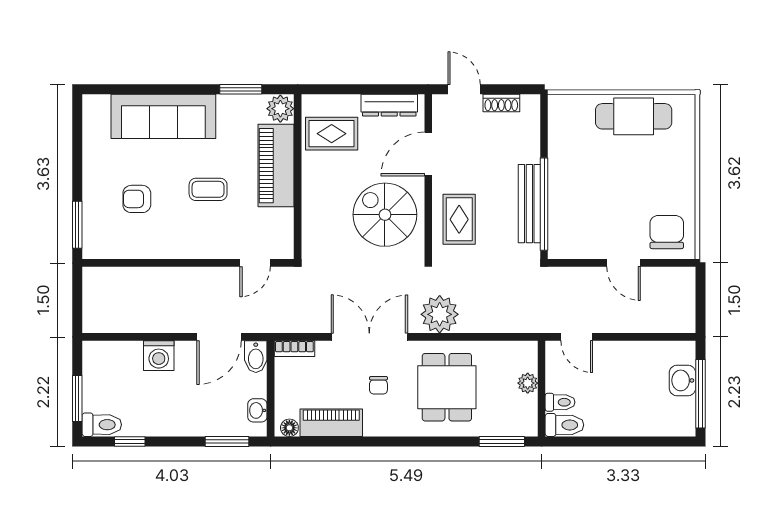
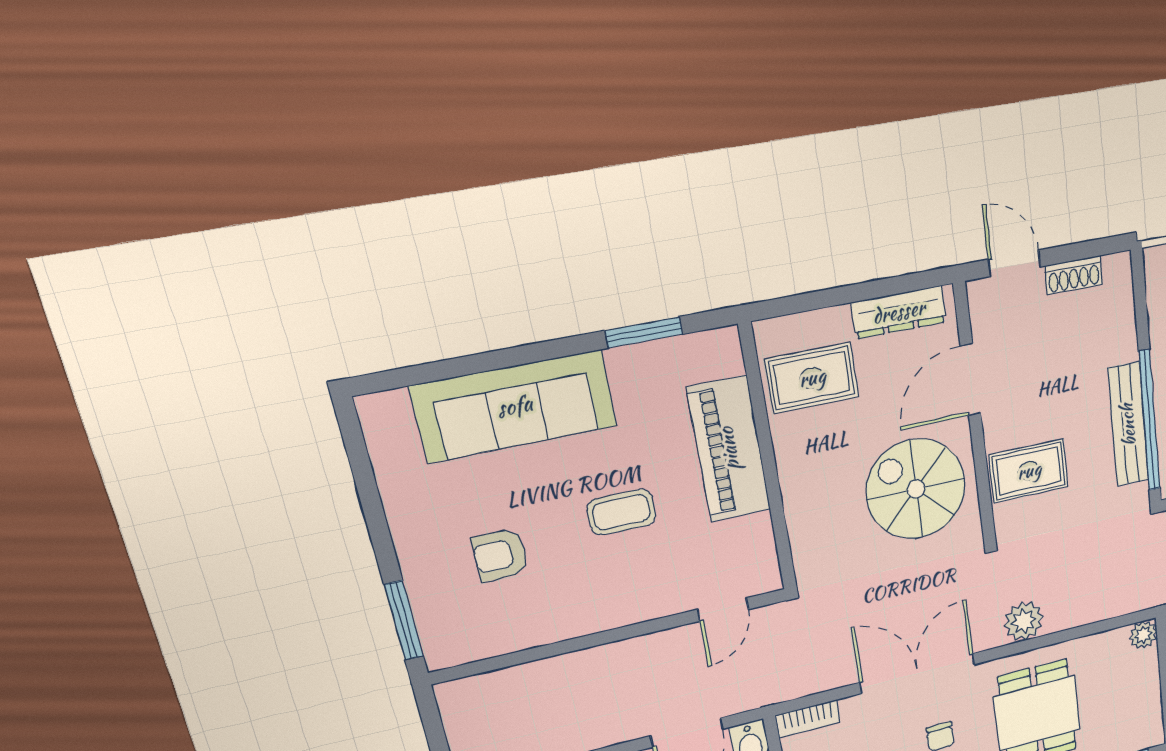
plant: (280, 109) -> (719, 353), removed
rug: (459, 219) -> (1029, 471), turned 90
plant: (440, 314) -> (1024, 621), width x0.73, depth x0.73
plant: (528, 383) -> (1143, 635), moved

